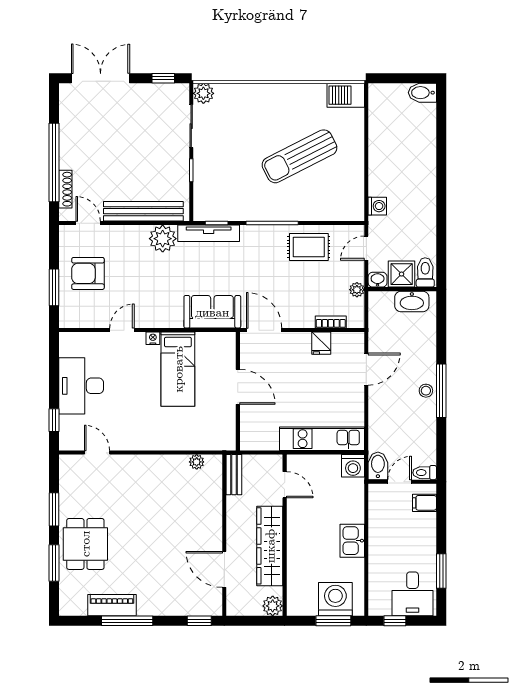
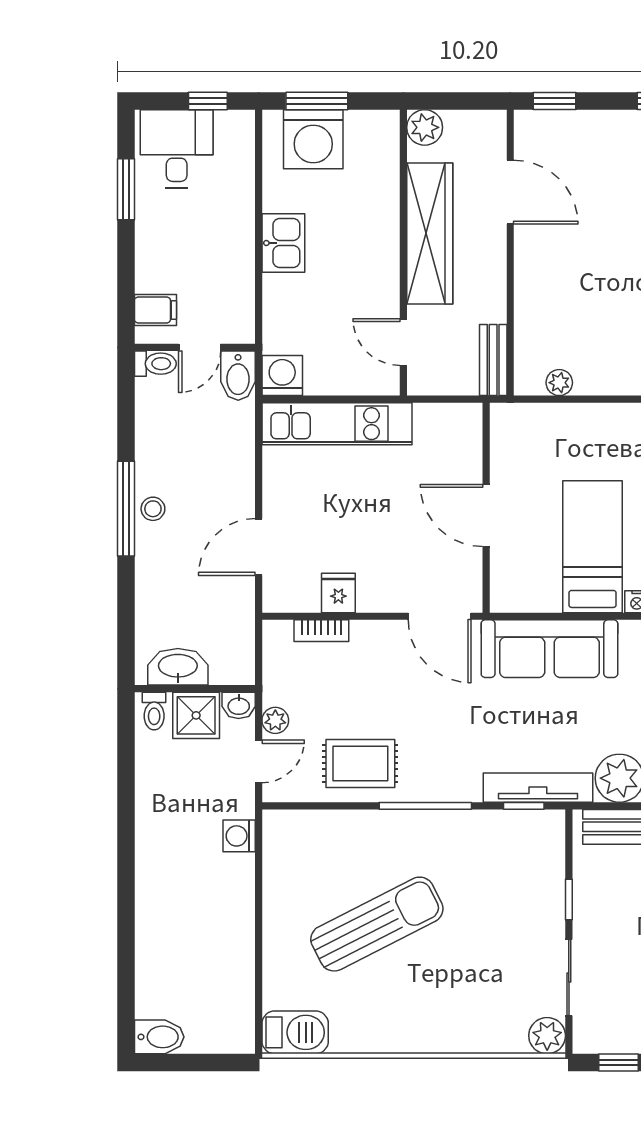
toilet: (425, 272) -> (154, 711), width x0.73, depth x0.72
plant: (357, 290) -> (275, 720), moved
sofa: (212, 312) -> (549, 649), width x1.36

